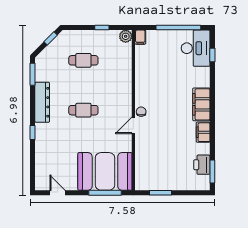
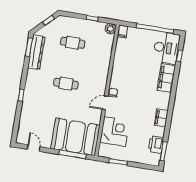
dresser: (42, 102) -> (36, 52), moved
filing cabinet: (201, 104) -> (166, 78), moved
corner desk: (151, 158) -> (115, 132), added

